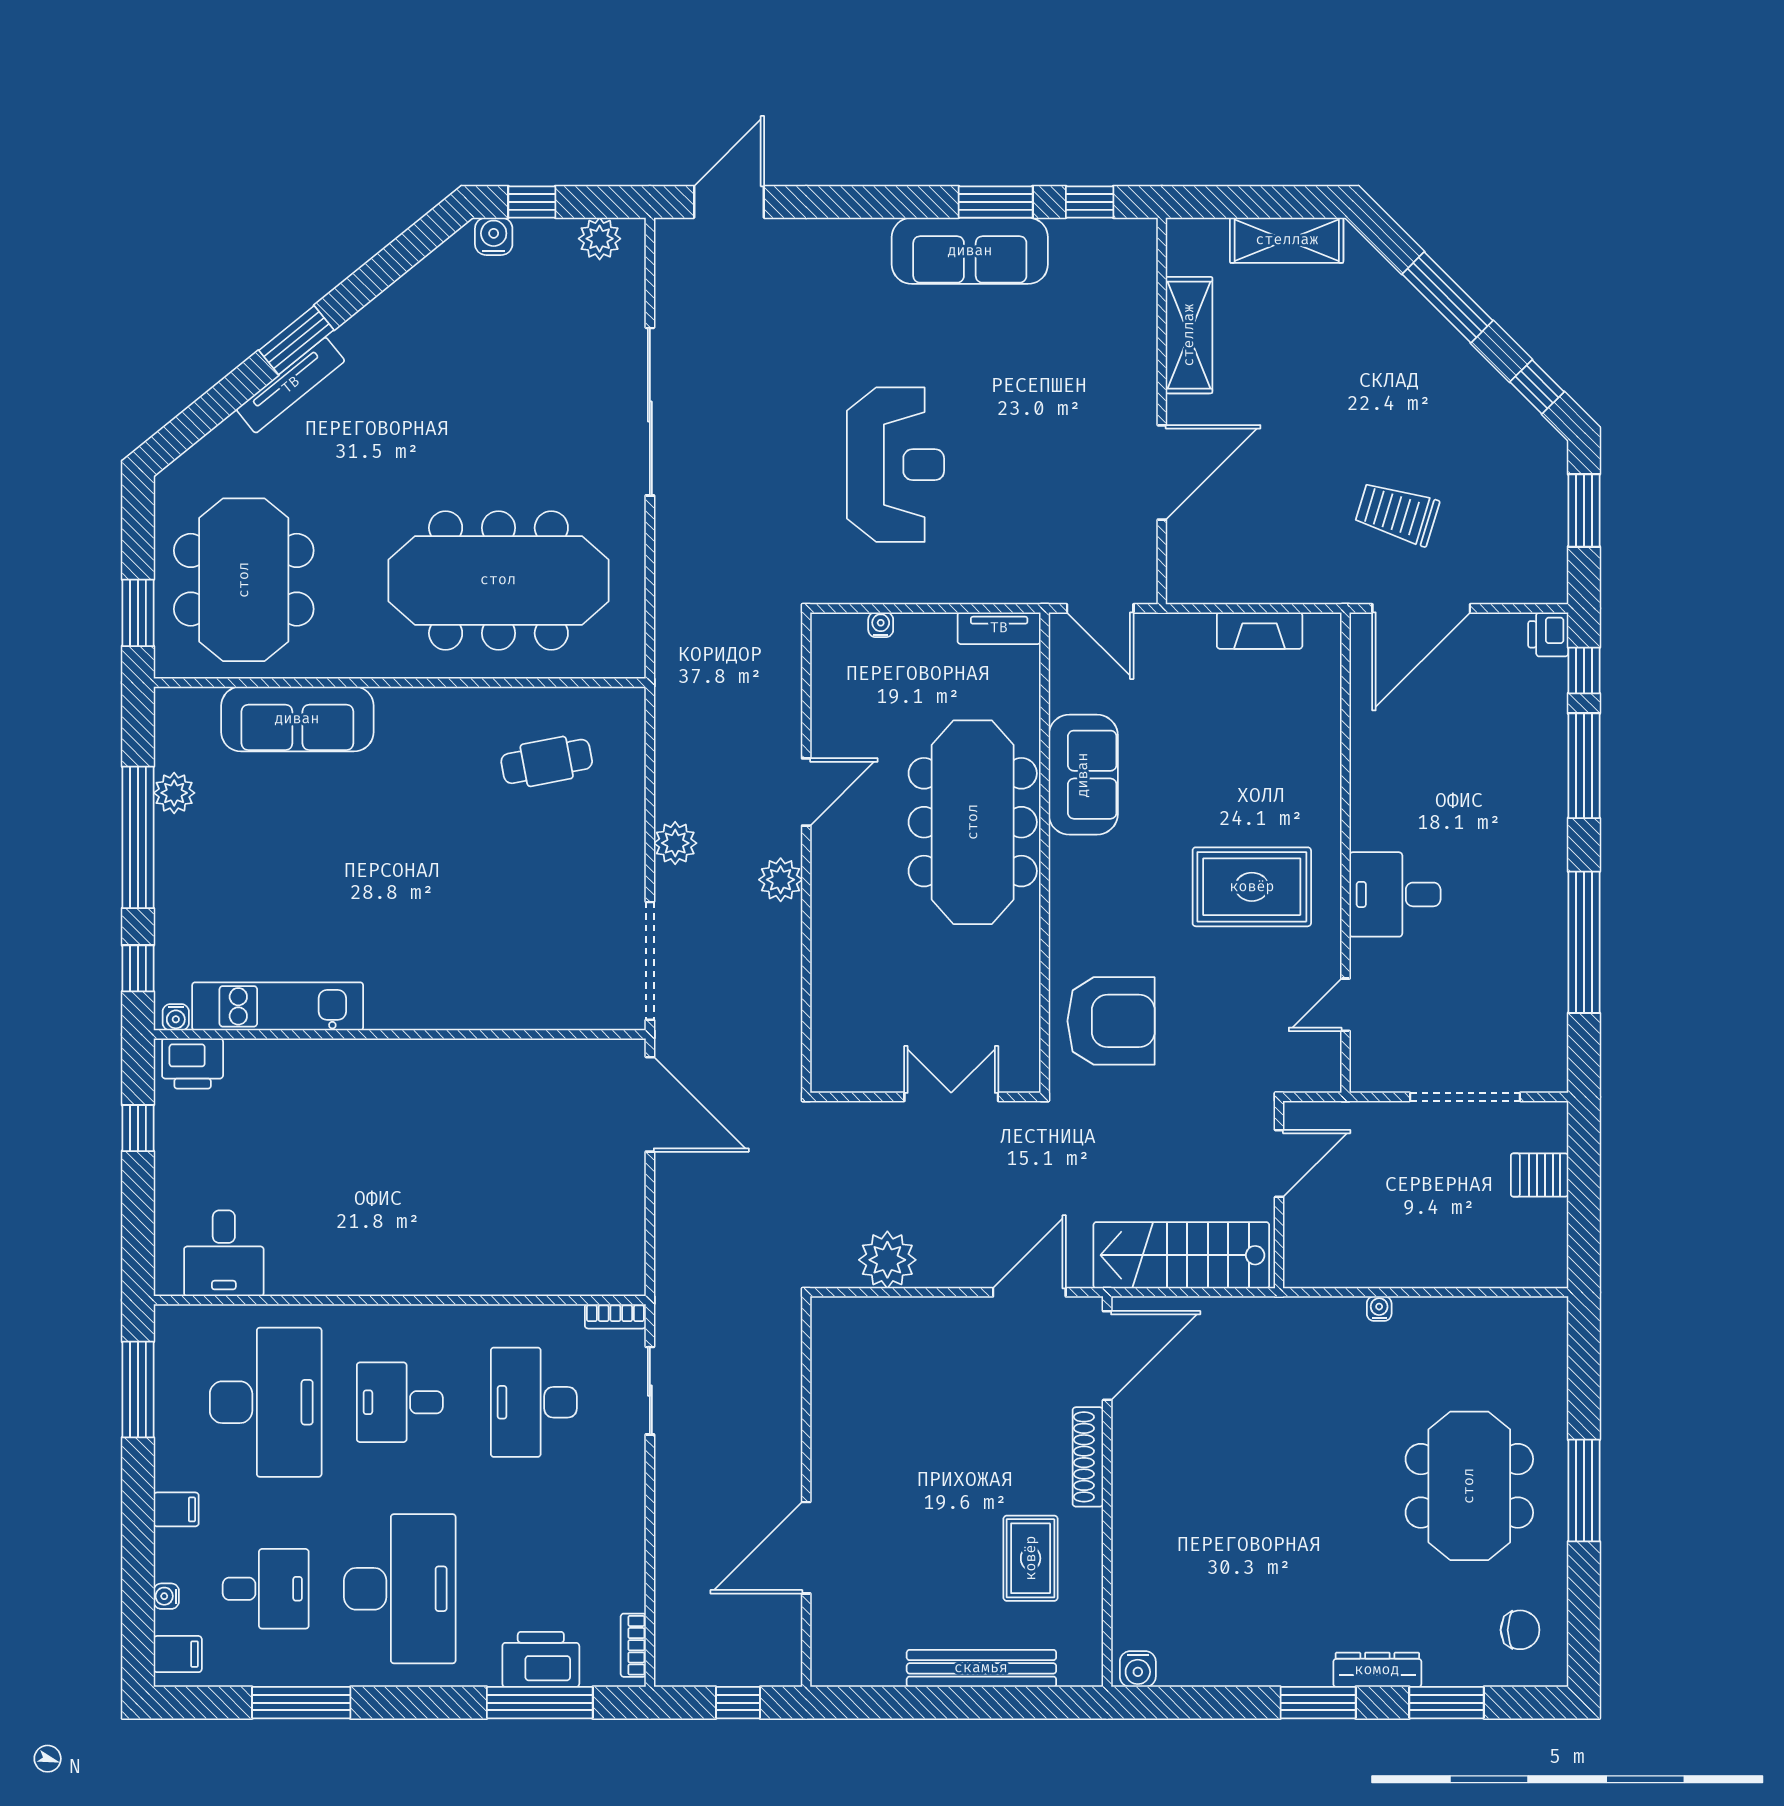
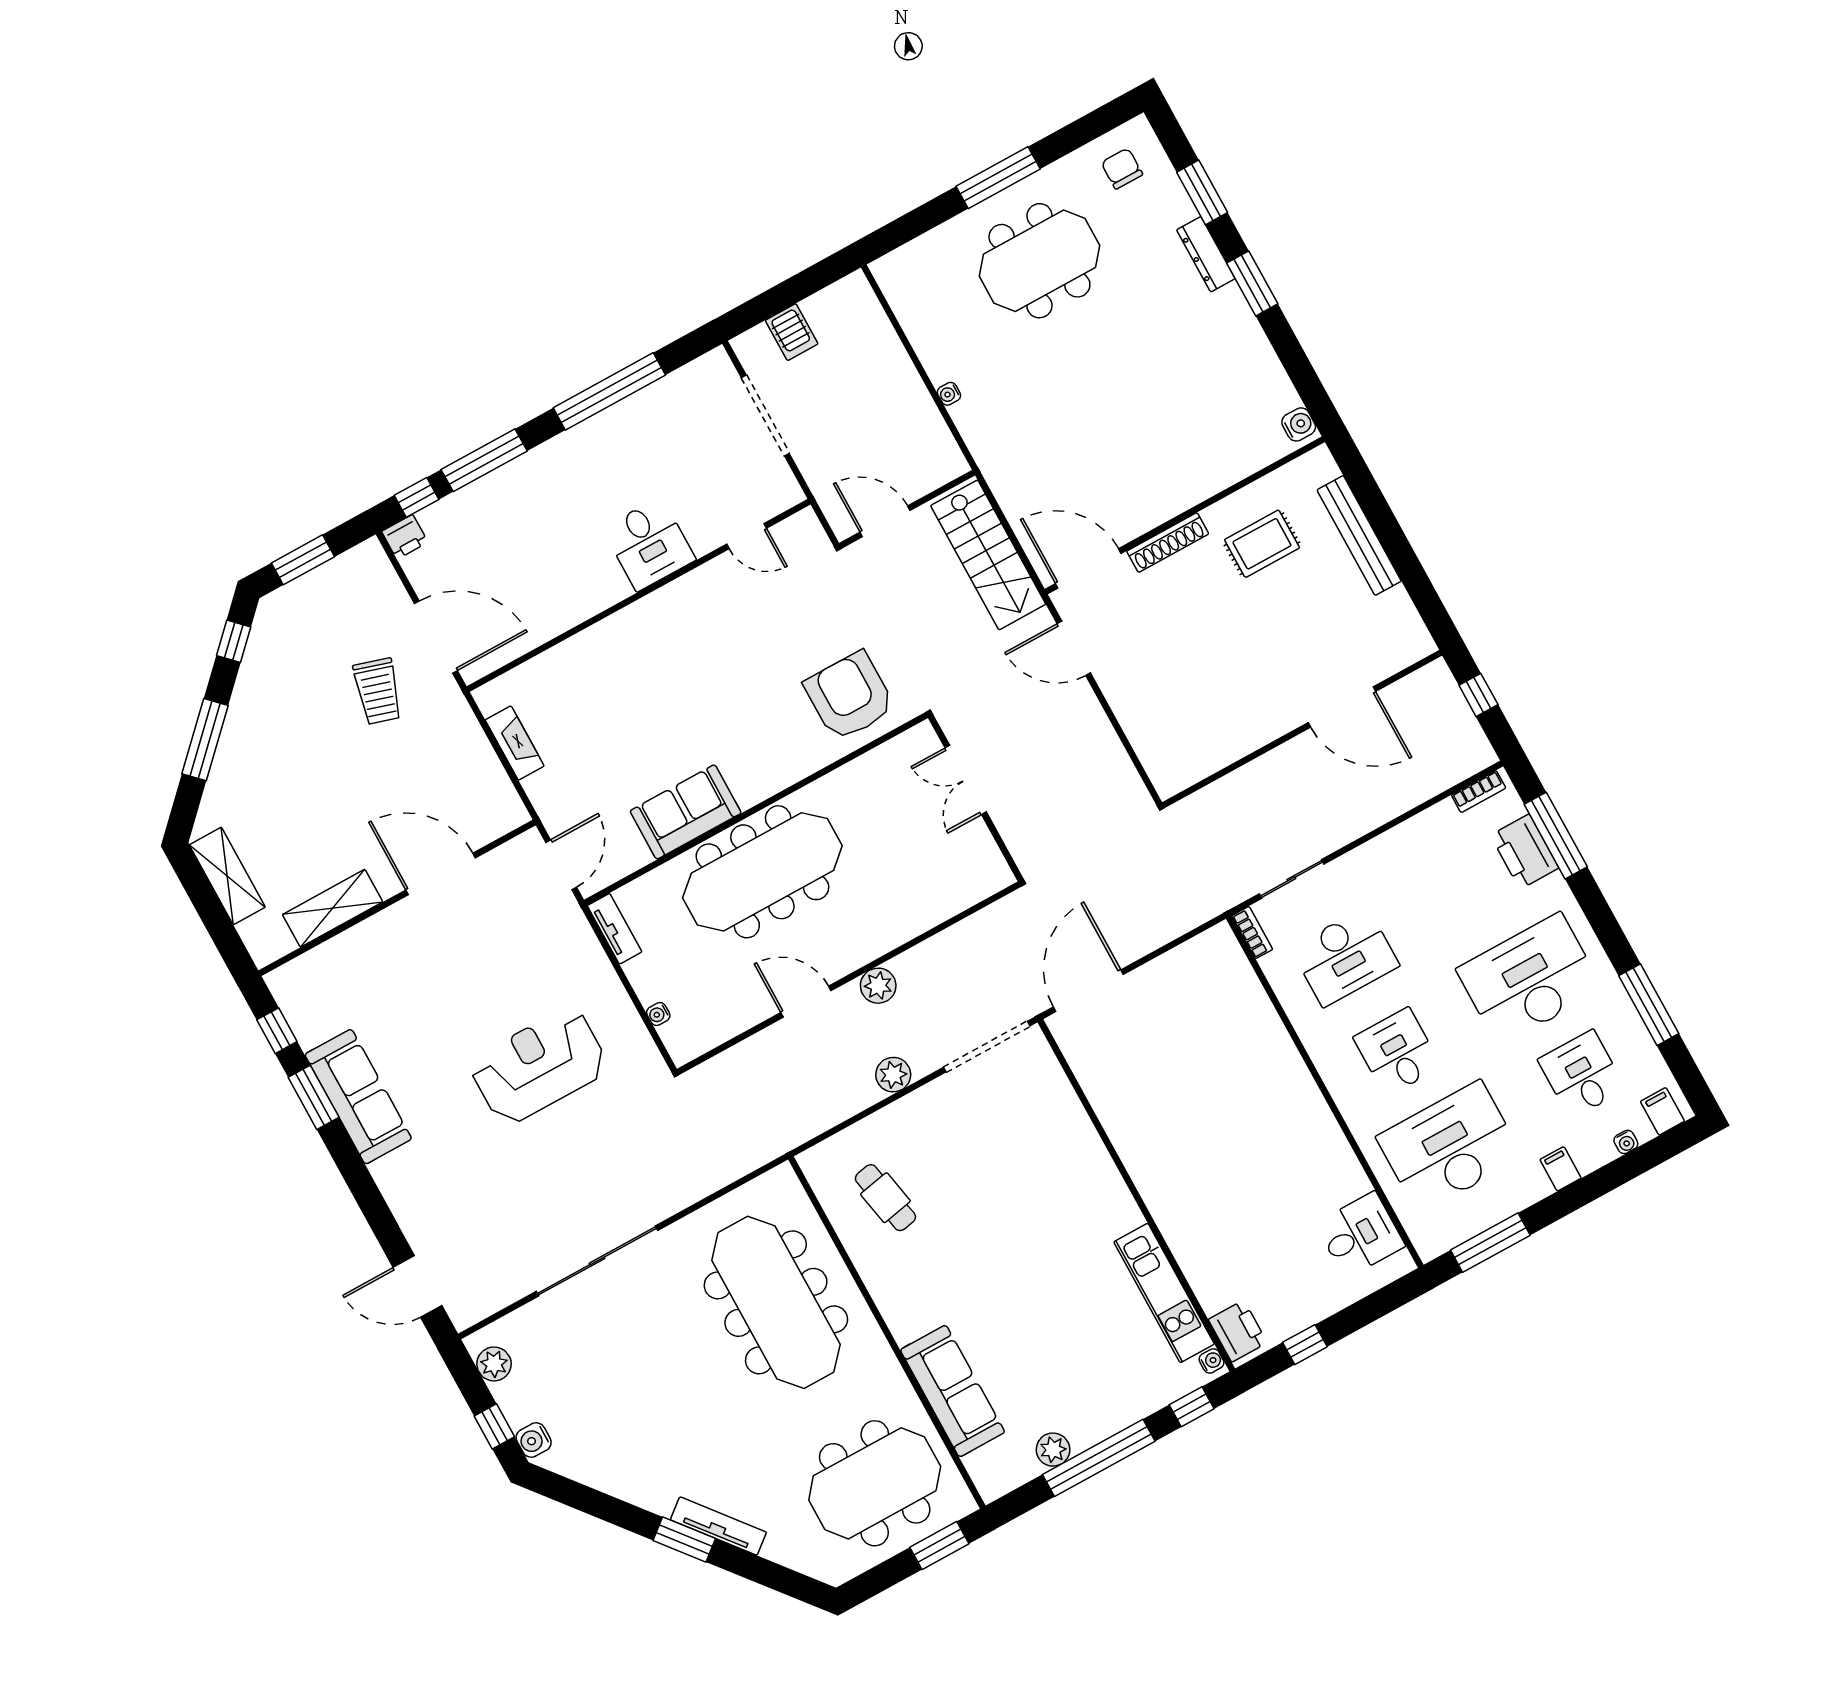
rug: (1252, 887) -> (699, 649), removed
plant: (887, 1260) -> (1106, 762), removed
desk: (400, 1402) -> (1397, 1052), turned 180

